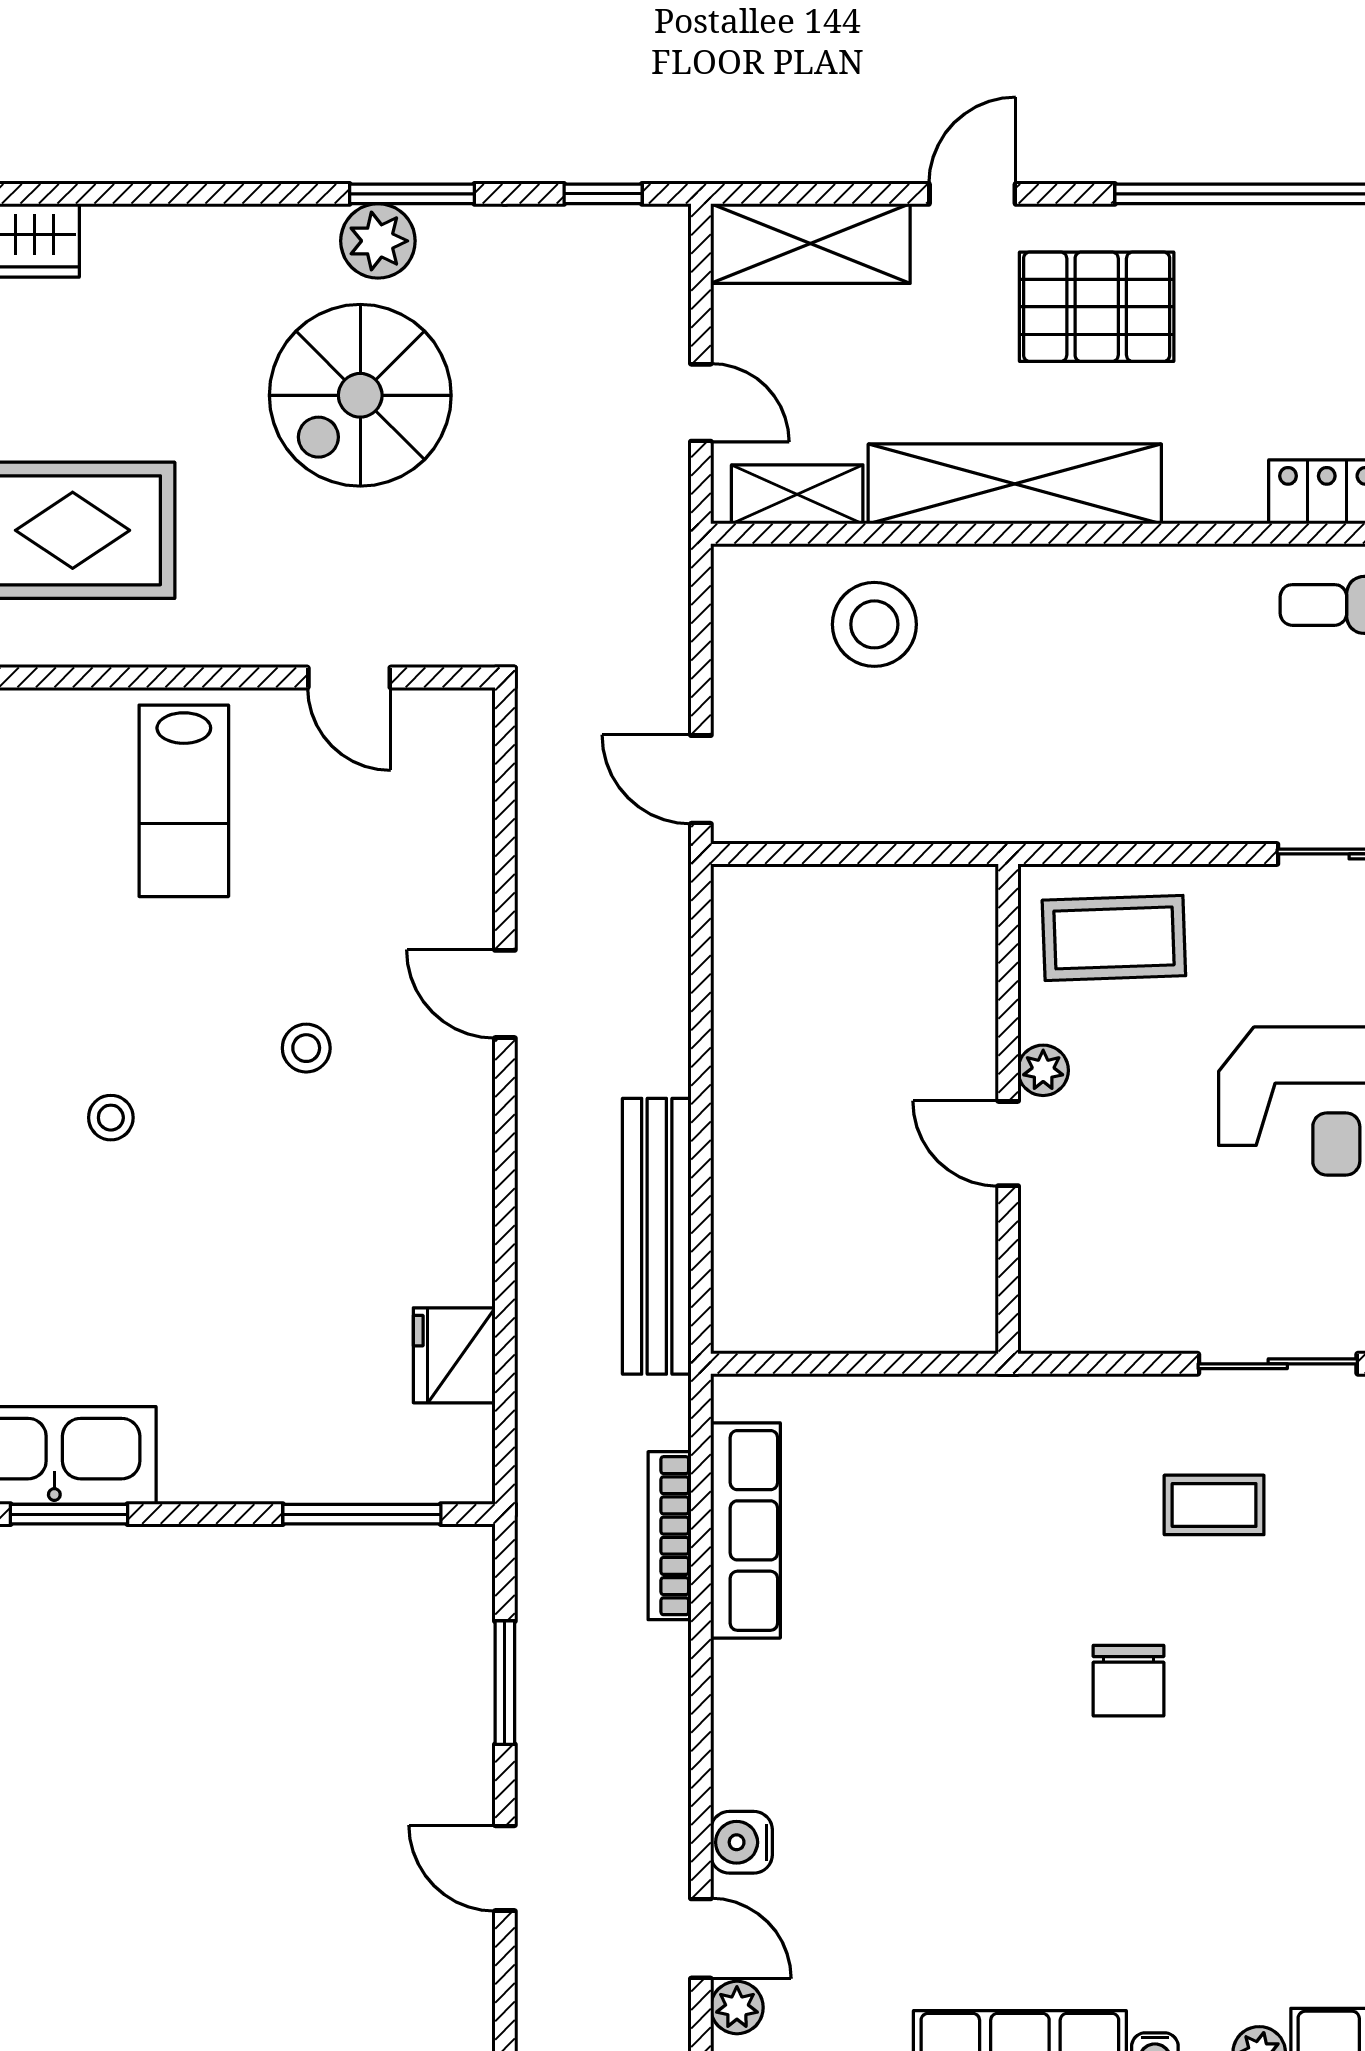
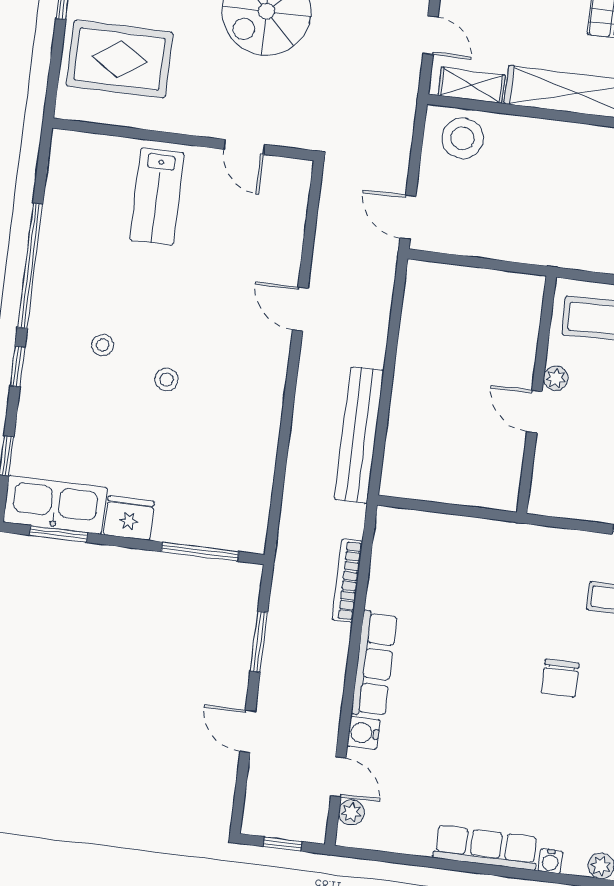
stool: (874, 624) -> (463, 138), moved
stool: (306, 1048) -> (167, 380), moved
fridge: (454, 1355) -> (129, 518), moved, turned 90
row of seats: (746, 1530) -> (374, 664), moved

